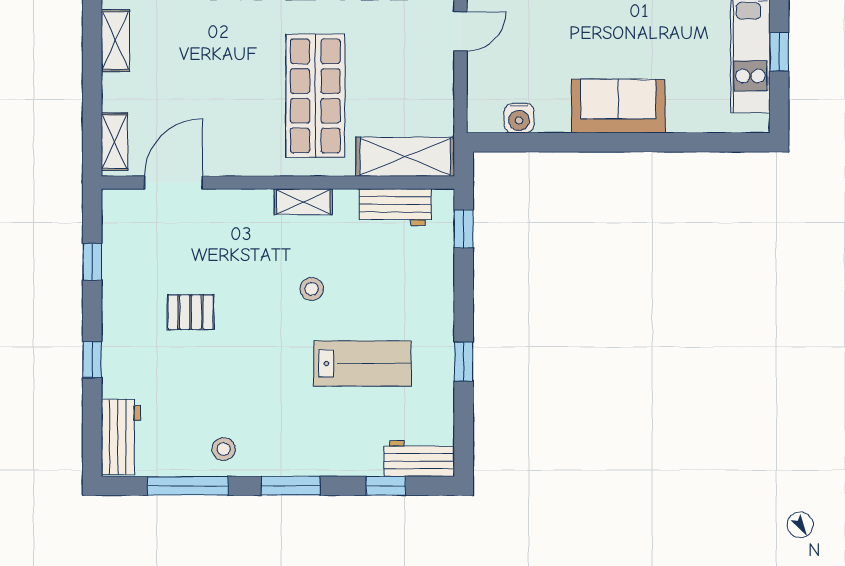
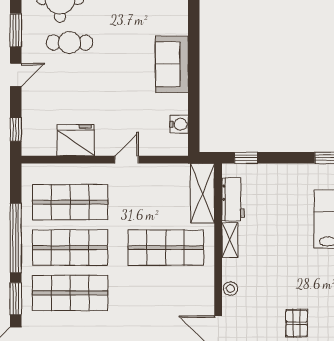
door: (460, 31) -> (127, 160), hinge flipped
shelving: (303, 202) -> (230, 240), moved
stool: (312, 289) -> (230, 289), moved

